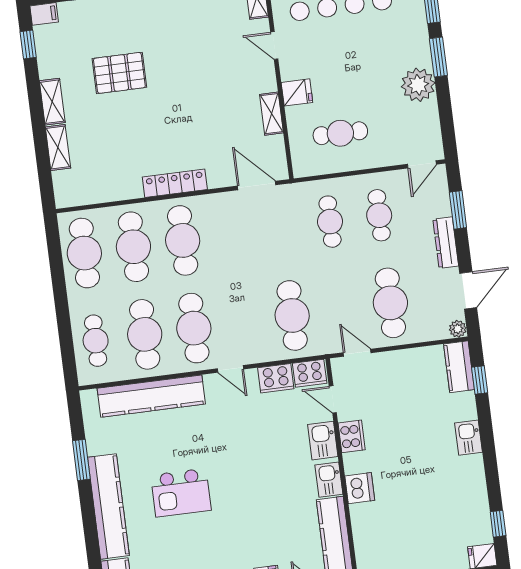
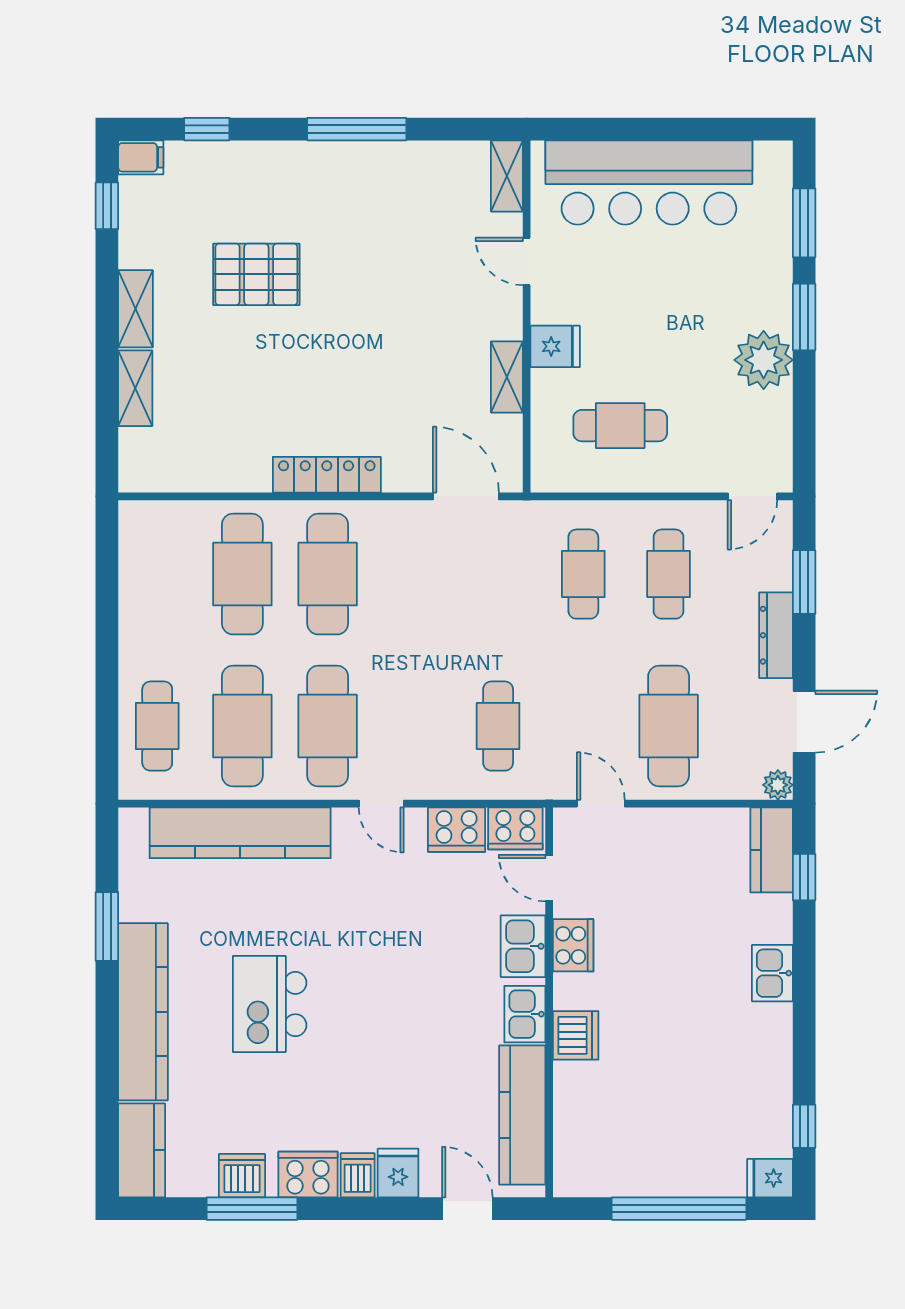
cafe table: (84, 253) -> (157, 574), removed
cafe table: (292, 315) -> (498, 726), width x0.73, depth x0.74
kitchen island: (181, 493) -> (270, 1004), turned 90

